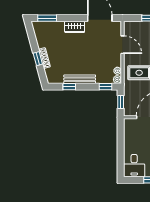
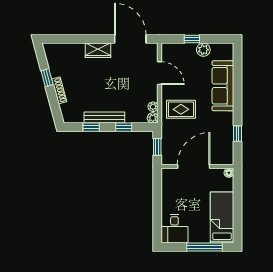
window: (47, 18) -> (63, 39), removed
window: (38, 59) -> (47, 78), moved
window: (105, 87) -> (124, 127), moved

